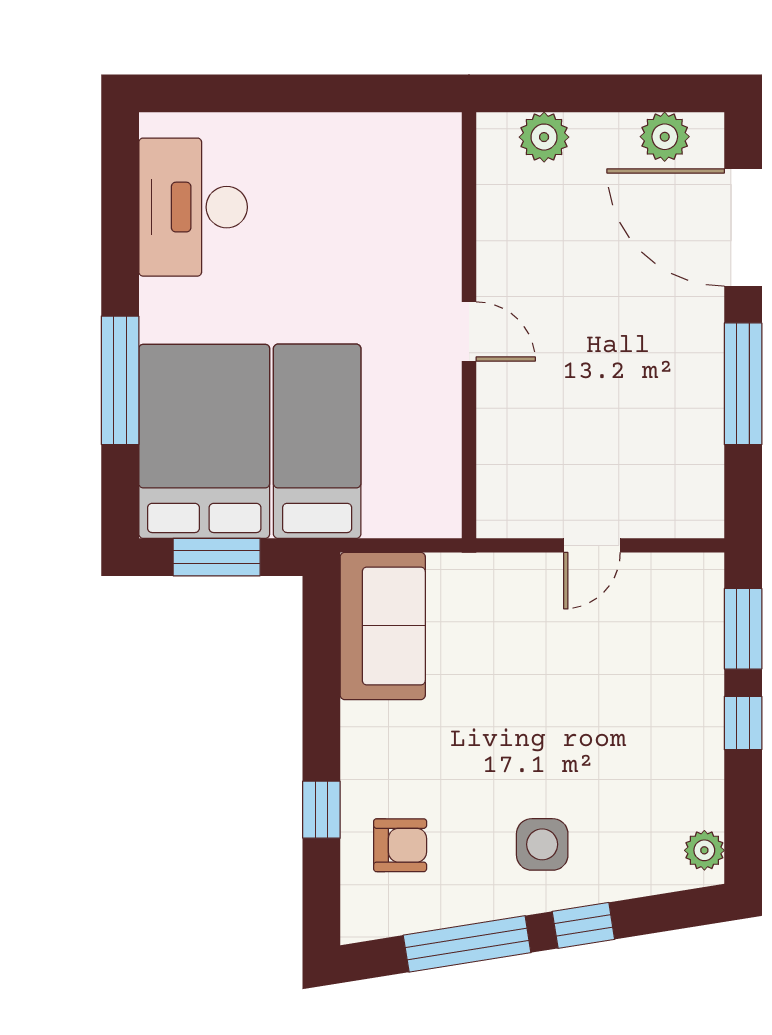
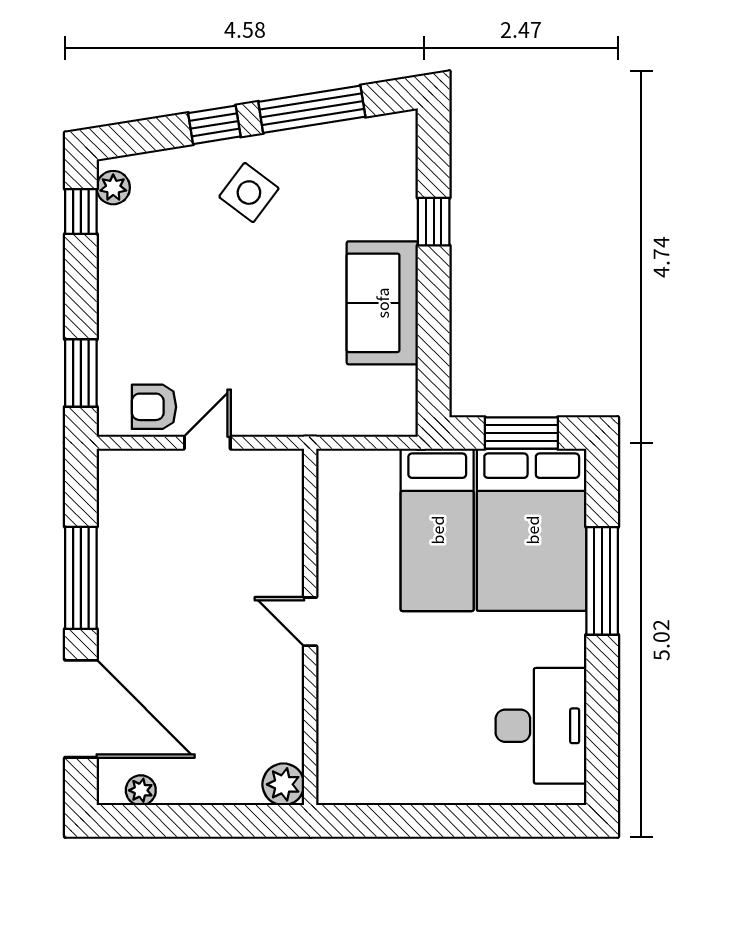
plant: (544, 137) -> (283, 784), moved
plant: (665, 137) -> (141, 790), width x0.73, depth x0.73
sofa: (383, 626) -> (382, 303), moved
window: (743, 723) -> (81, 212), moved
side table: (542, 844) -> (249, 193), turned 37
armchair: (400, 845) -> (154, 407), moved

